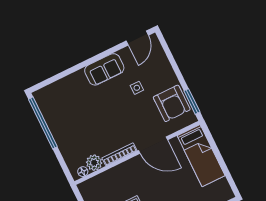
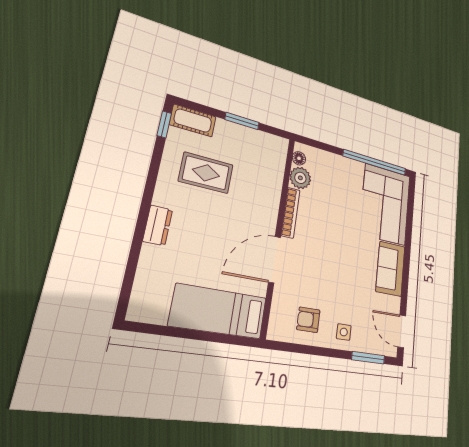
side table: (137, 88) -> (344, 332), moved
corner sofa: (65, 99) -> (385, 204), added
window: (192, 101) -> (368, 358), moved
armchair: (172, 103) -> (308, 320), width x0.53, depth x0.53

